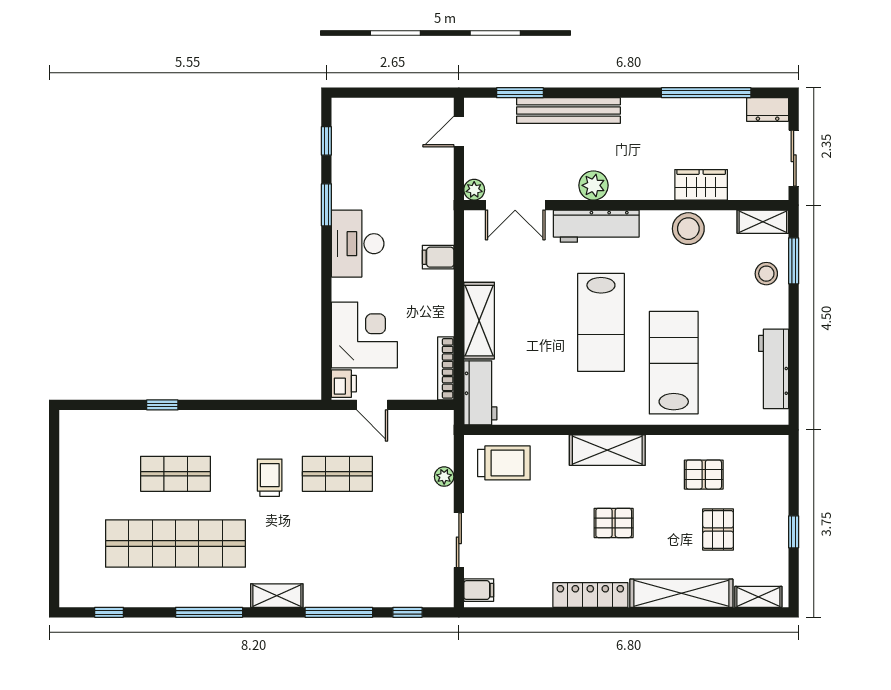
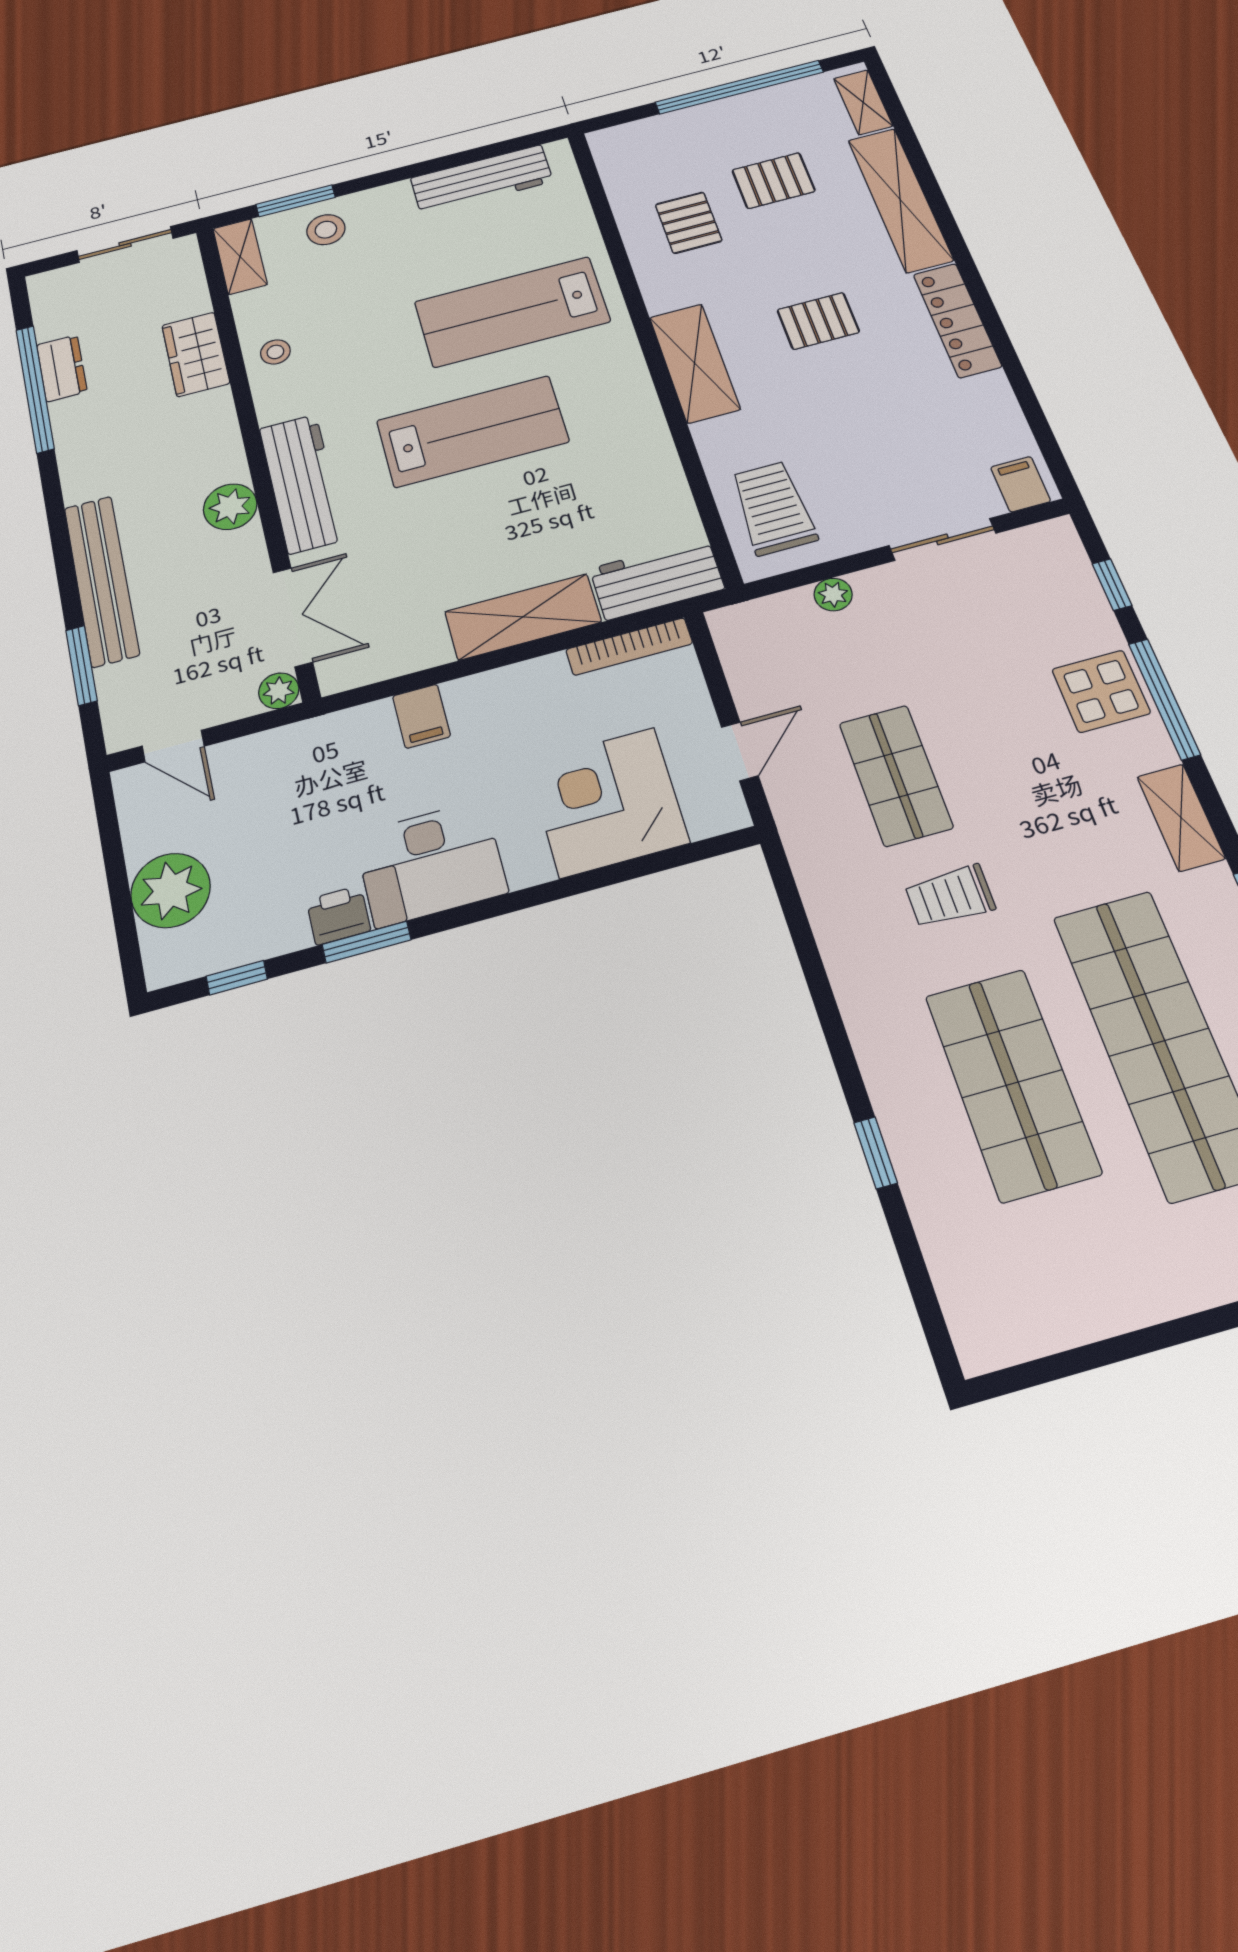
dresser: (768, 109) -> (62, 368), moved
plant: (380, 117) -> (171, 890), added
stool: (688, 229) -> (275, 352), width x0.53, depth x0.53
printer: (344, 384) -> (338, 915), moved
shop shelf: (175, 474) -> (1012, 1084), width x1.43, depth x1.36
pallet: (614, 523) -> (818, 321), turned 90
window: (794, 532) -> (739, 87), width x3.17
display table: (352, 585) -> (1101, 691), added

